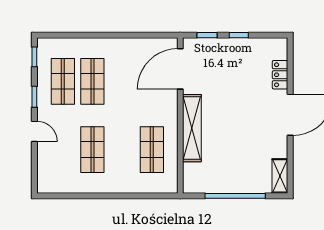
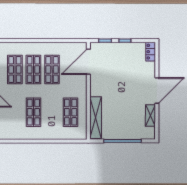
locker: (280, 75) -> (151, 52), moved
shop shelf: (122, 81) -> (52, 70), added
shelving: (192, 128) -> (96, 118), moved
shelving: (280, 176) -> (150, 115), moved

